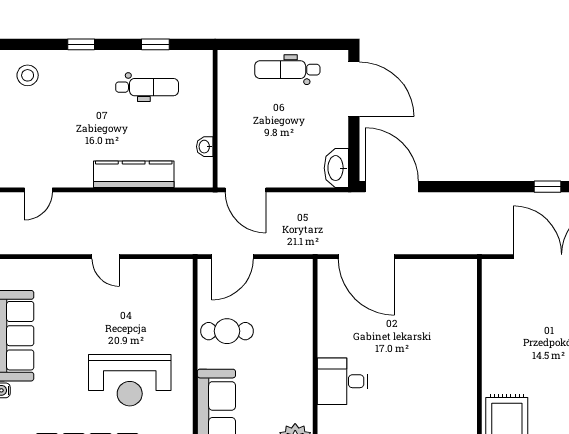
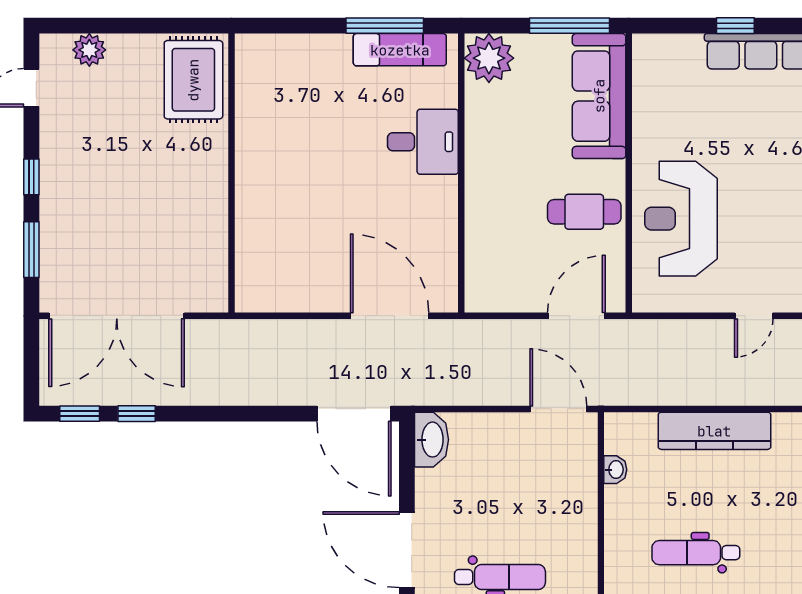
door: (106, 257) -> (754, 316), swing flipped
reception desk: (130, 380) -> (681, 219), moved, turned -90

